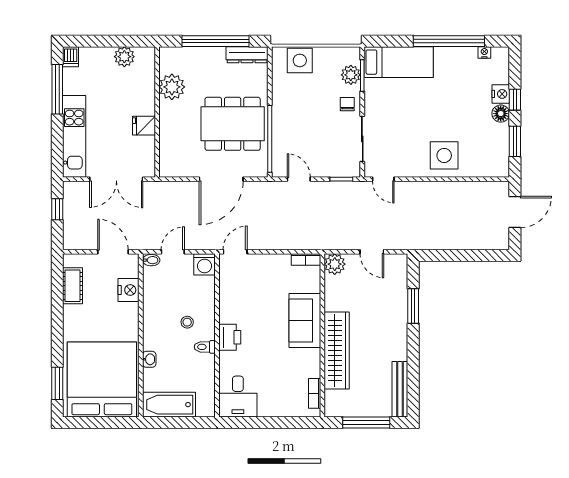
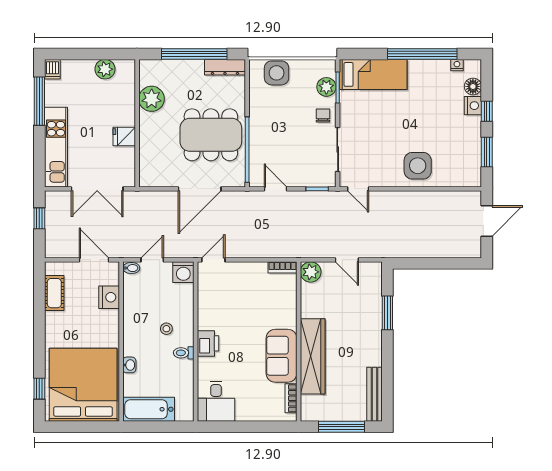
floor lamp: (501, 114) -> (473, 86), moved
sofa: (305, 321) -> (281, 356), moved
window: (57, 383) -> (39, 389), width x0.67

